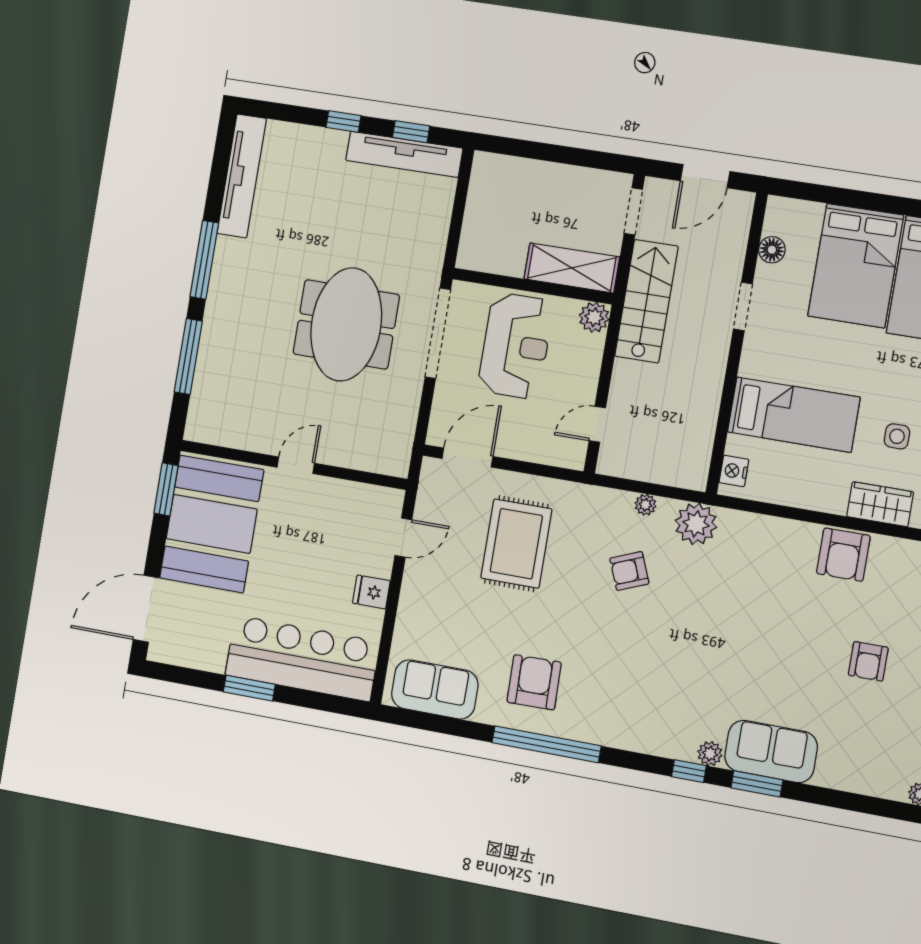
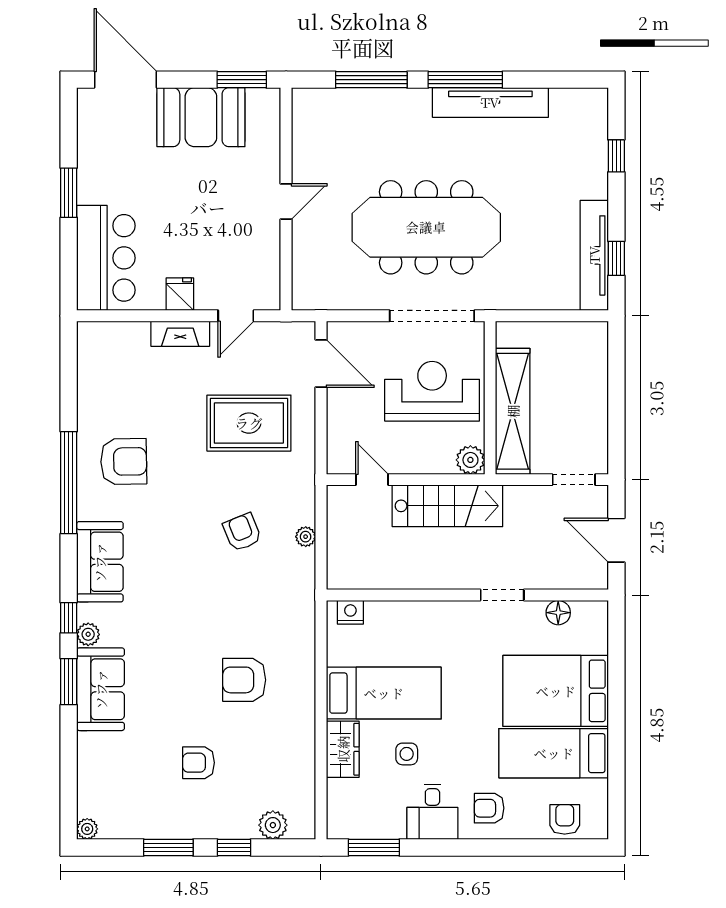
window: (343, 122) -> (616, 156), moved
tv unit: (242, 176) -> (490, 102), moved
shelving: (572, 268) -> (513, 411), width x1.47
stairs: (646, 301) -> (447, 506), moved
meeting table: (346, 324) -> (426, 227), width x1.36
reception desk: (516, 346) -> (432, 391), turned 180
bed: (794, 415) -> (384, 693), moved, turned -90
door: (296, 465) -> (286, 201), hinge flipped
booth: (212, 524) -> (201, 117), width x0.73, depth x0.70
plant: (696, 524) -> (296, 586), removed
door: (403, 538) -> (236, 316), hinge flipped
armchair: (843, 555) -> (244, 680), moved
fireplace: (412, 599) -> (180, 334), added
bar counter: (302, 658) -> (106, 258), width x0.73
sofa: (435, 689) -> (100, 562), moved

